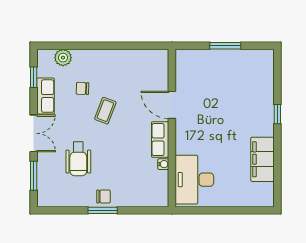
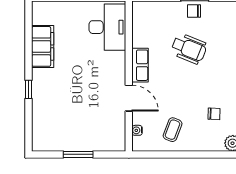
coffee table: (105, 111) -> (173, 130), moved
wheelchair: (78, 159) -> (189, 49), moved, turned 112
water cooler: (163, 164) -> (137, 130), moved

